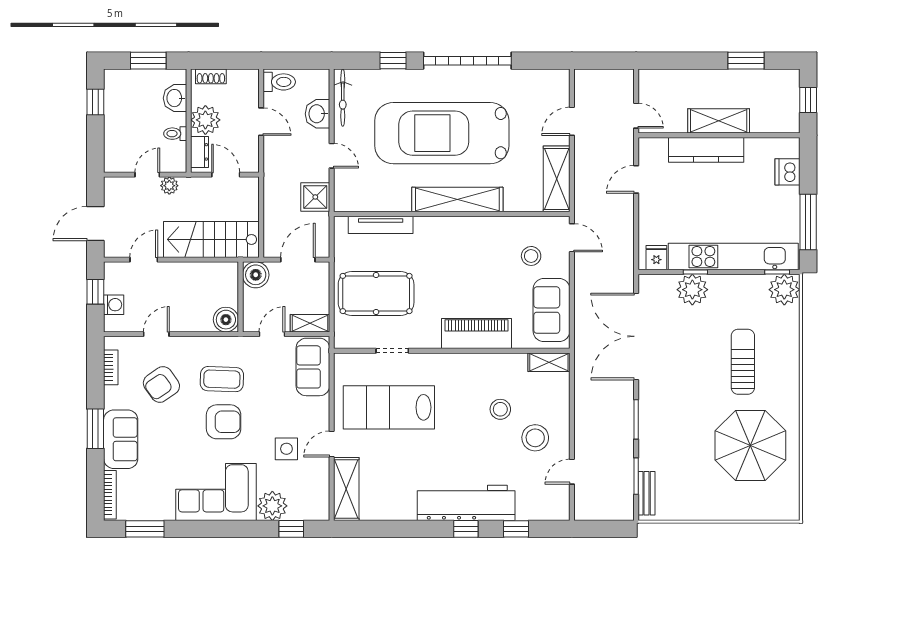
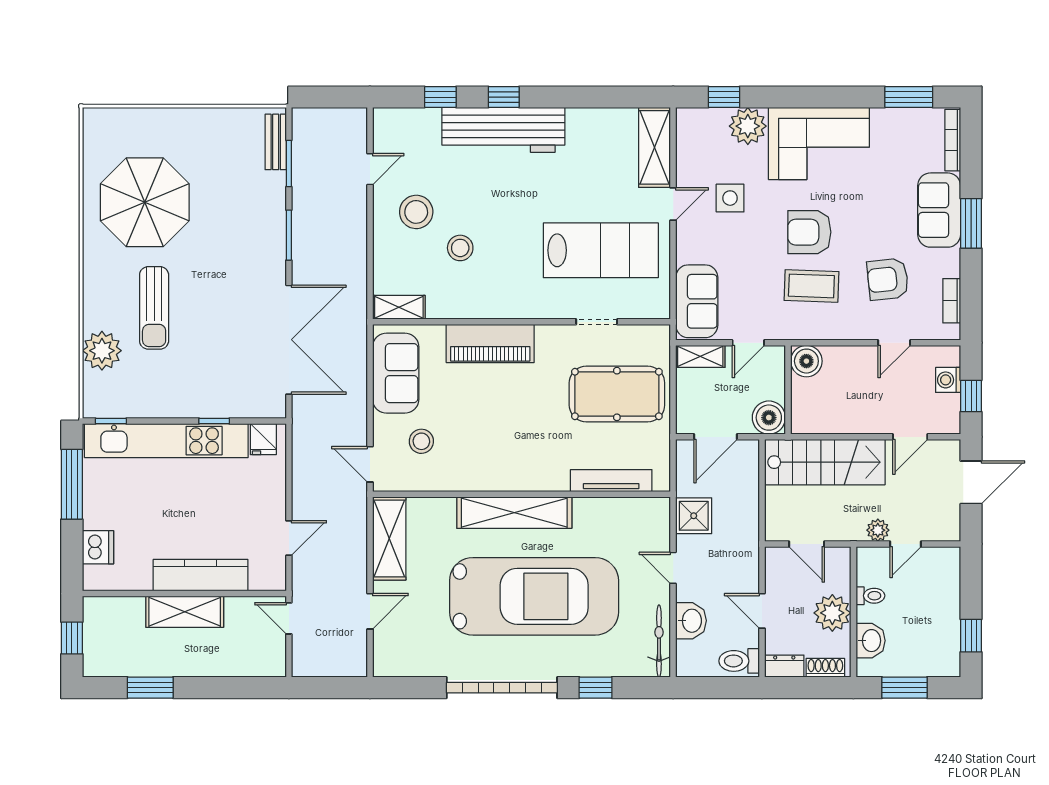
dresser: (200, 152) -> (784, 666), moved, turned 90
plant: (692, 290) -> (218, 399), removed
plant: (784, 290) -> (102, 351), moved
armchair: (161, 384) -> (888, 279), turned -151

